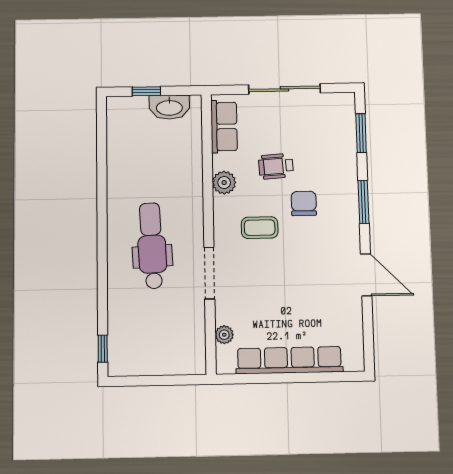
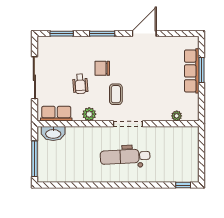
window: (146, 91) -> (34, 159), width x2.17
washbasin: (169, 107) -> (53, 133), moved, turned 90
doorway: (209, 273) -> (128, 124), moved
row of seats: (289, 360) -> (192, 71), width x0.73
window: (306, 377) -> (202, 70), added

